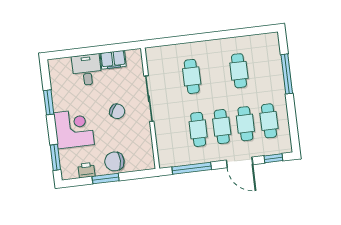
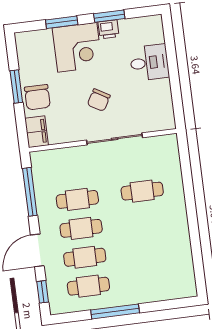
filing cabinet: (113, 60) -> (37, 132), moved, turned 180
cafe table: (239, 71) -> (150, 249), removed
window: (287, 74) -> (115, 311), moved
window: (55, 157) -> (62, 22), moved
chair: (114, 161) -> (37, 97), turned 180
printer: (86, 170) -> (109, 29), moved, turned 90

